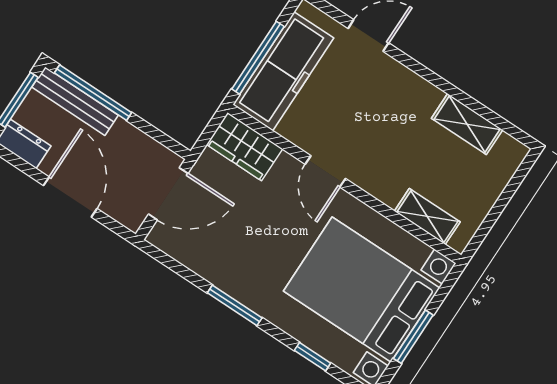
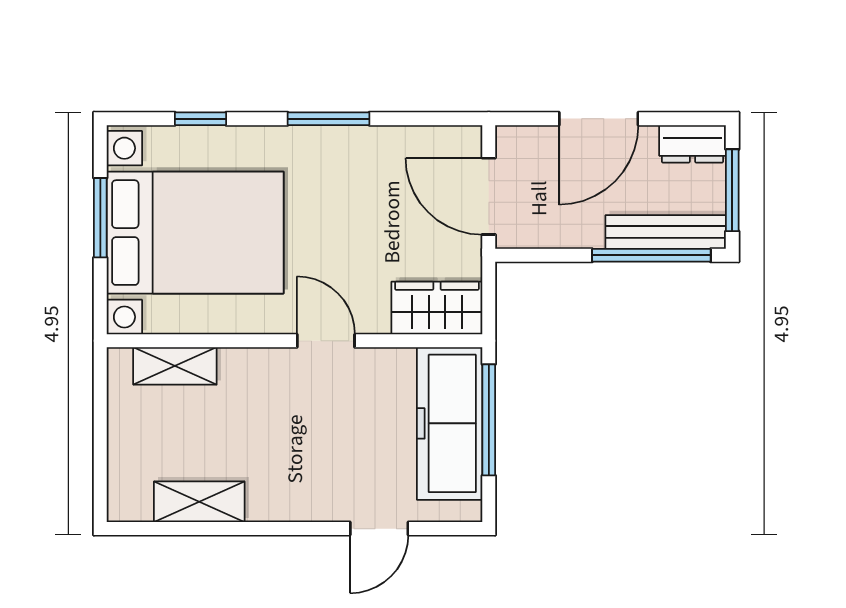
door: (168, 194) -> (489, 196), hinge flipped
door: (70, 197) -> (599, 119), hinge flipped

